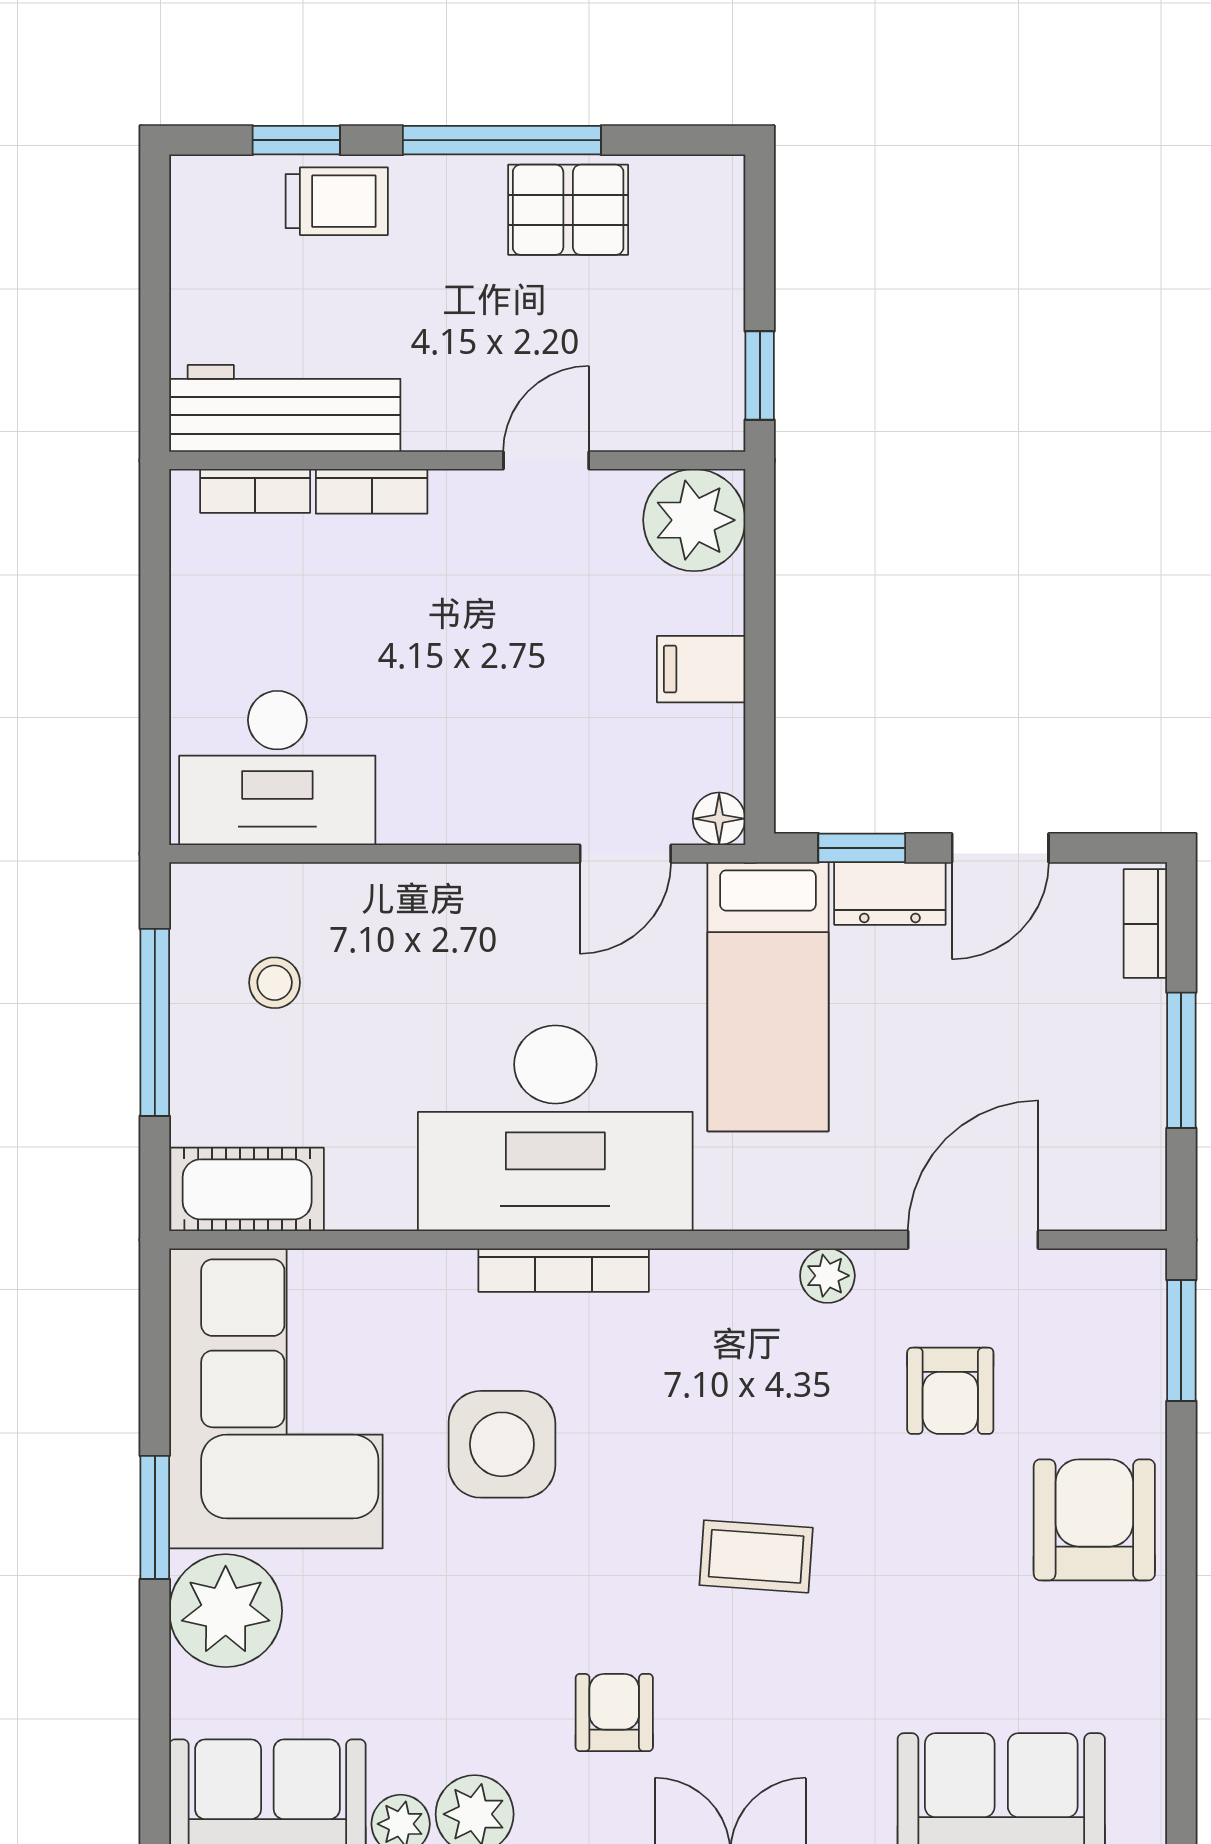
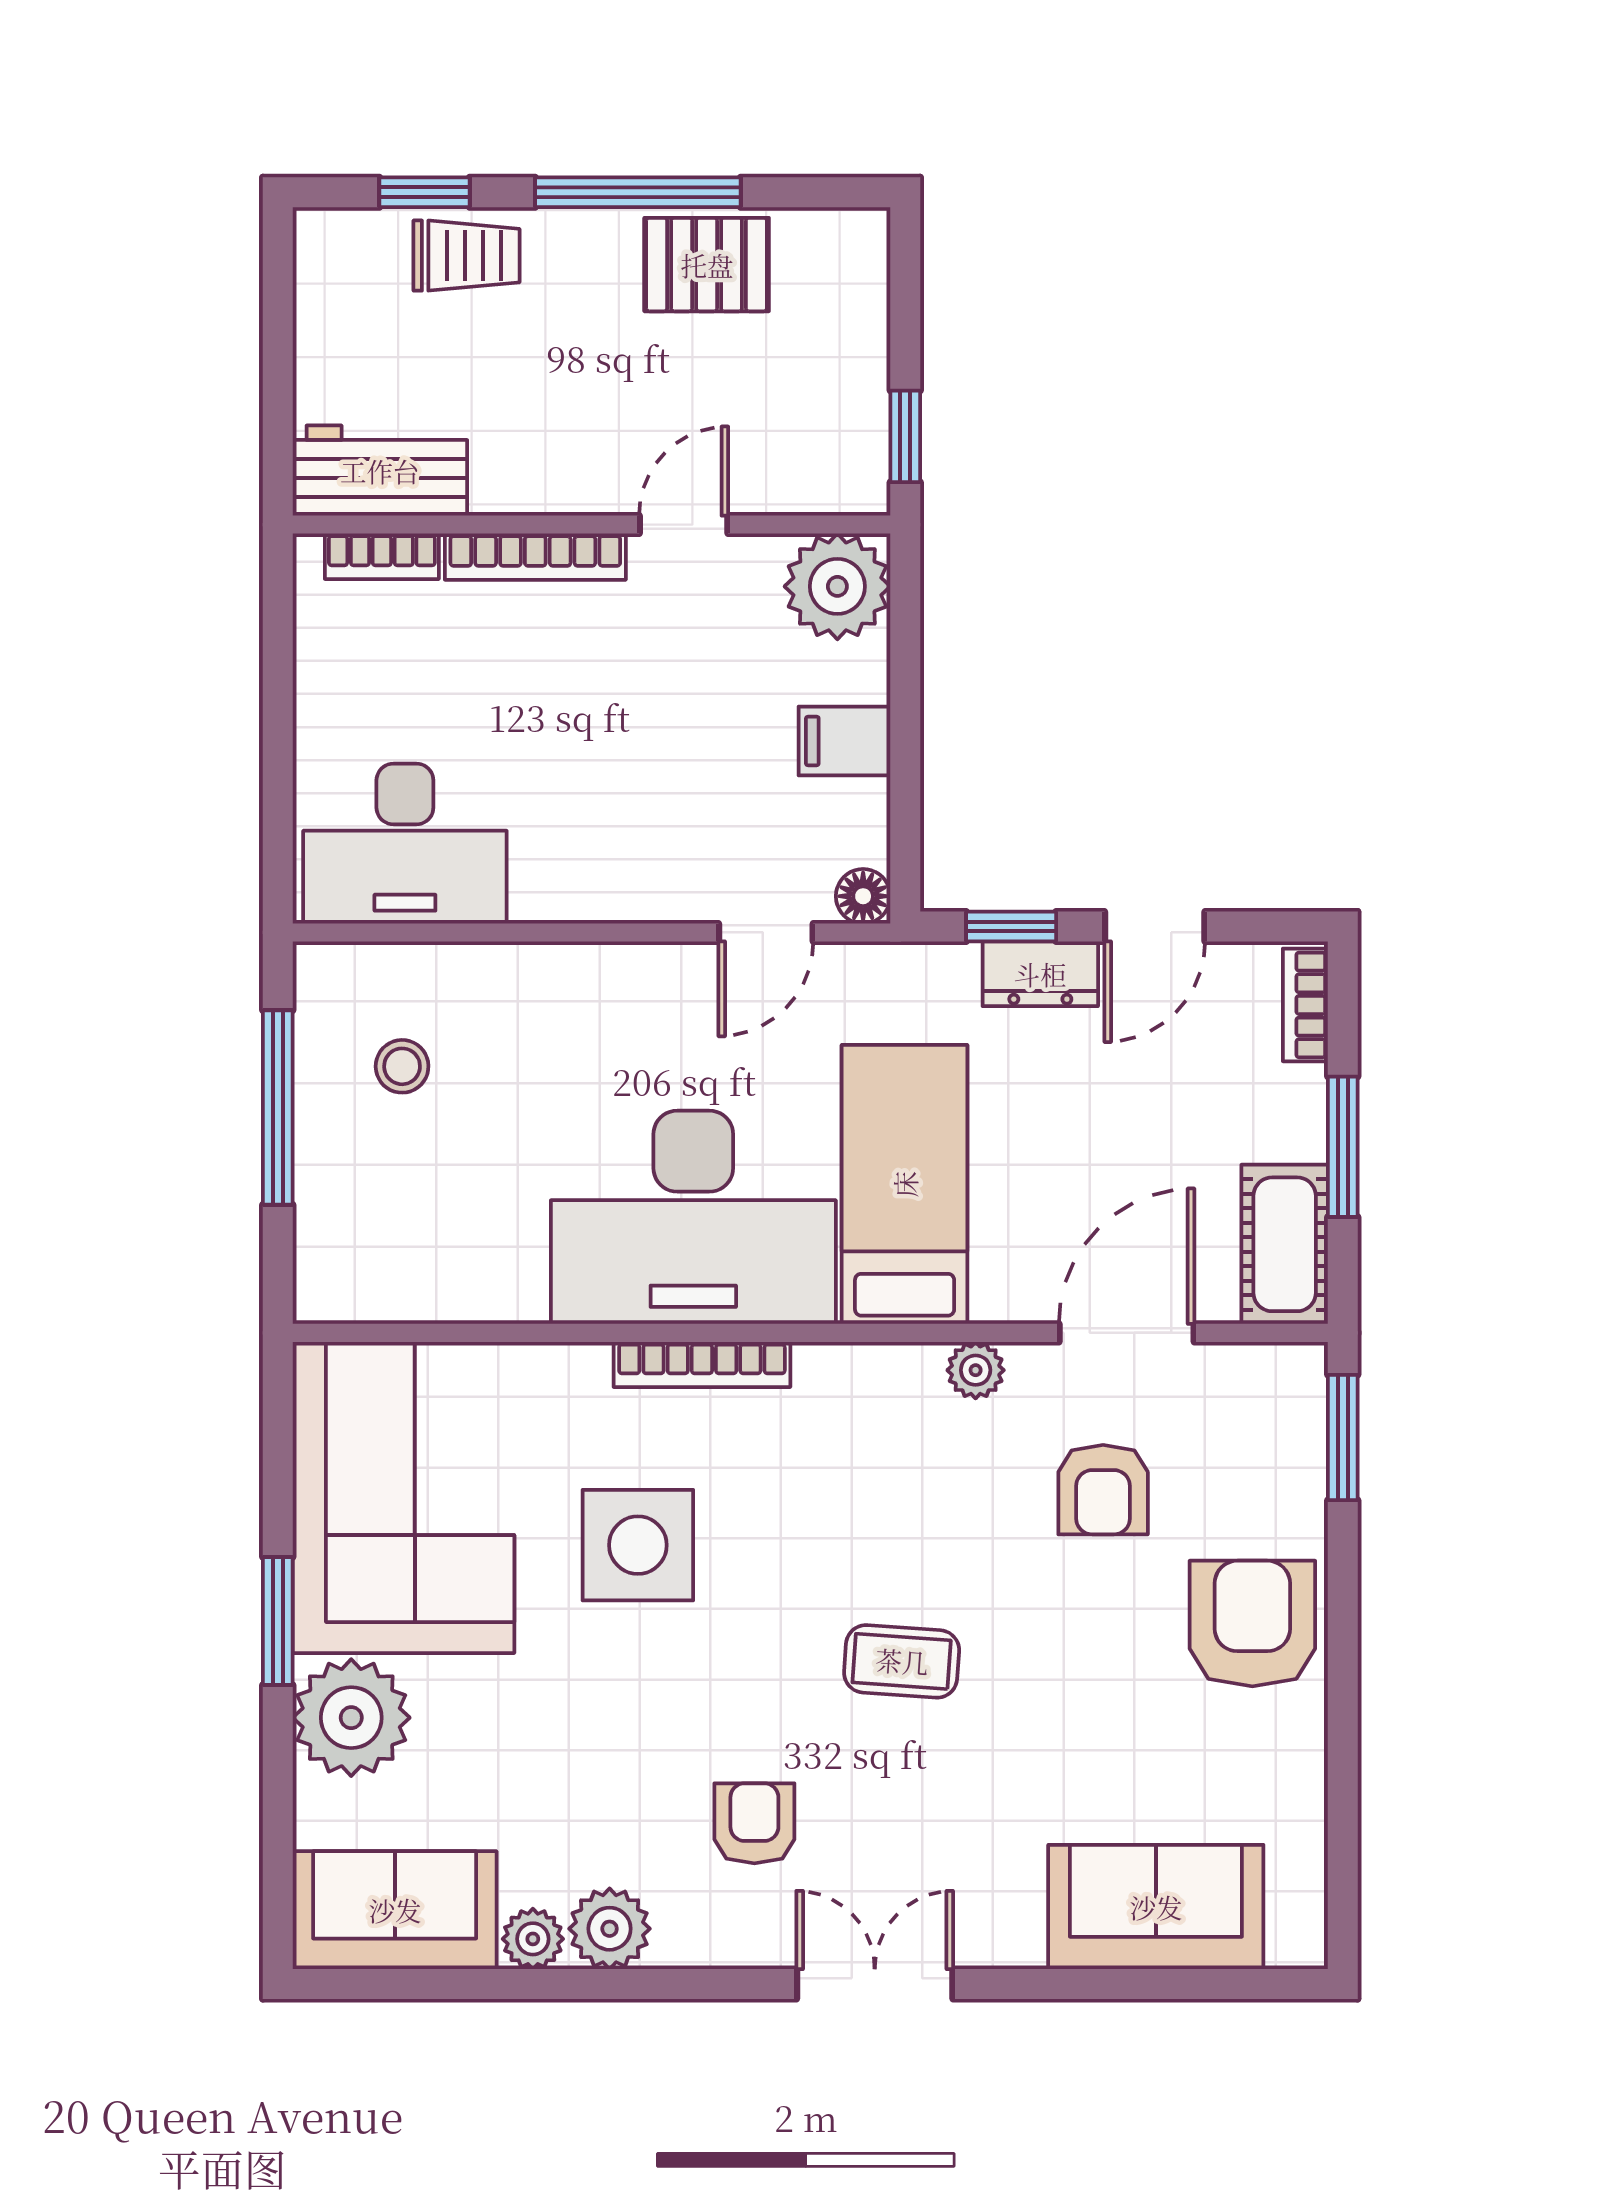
workbench: (285, 408) -> (380, 471), width x0.73
bookcase: (372, 491) -> (535, 557), width x1.56
bed: (768, 997) -> (905, 1184), moved, turned 180
cot: (247, 1189) -> (1285, 1244), moved, turned 90

